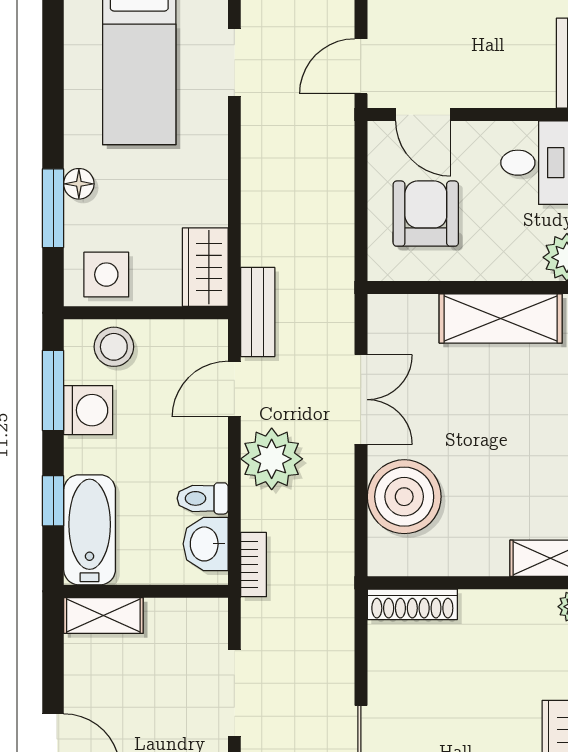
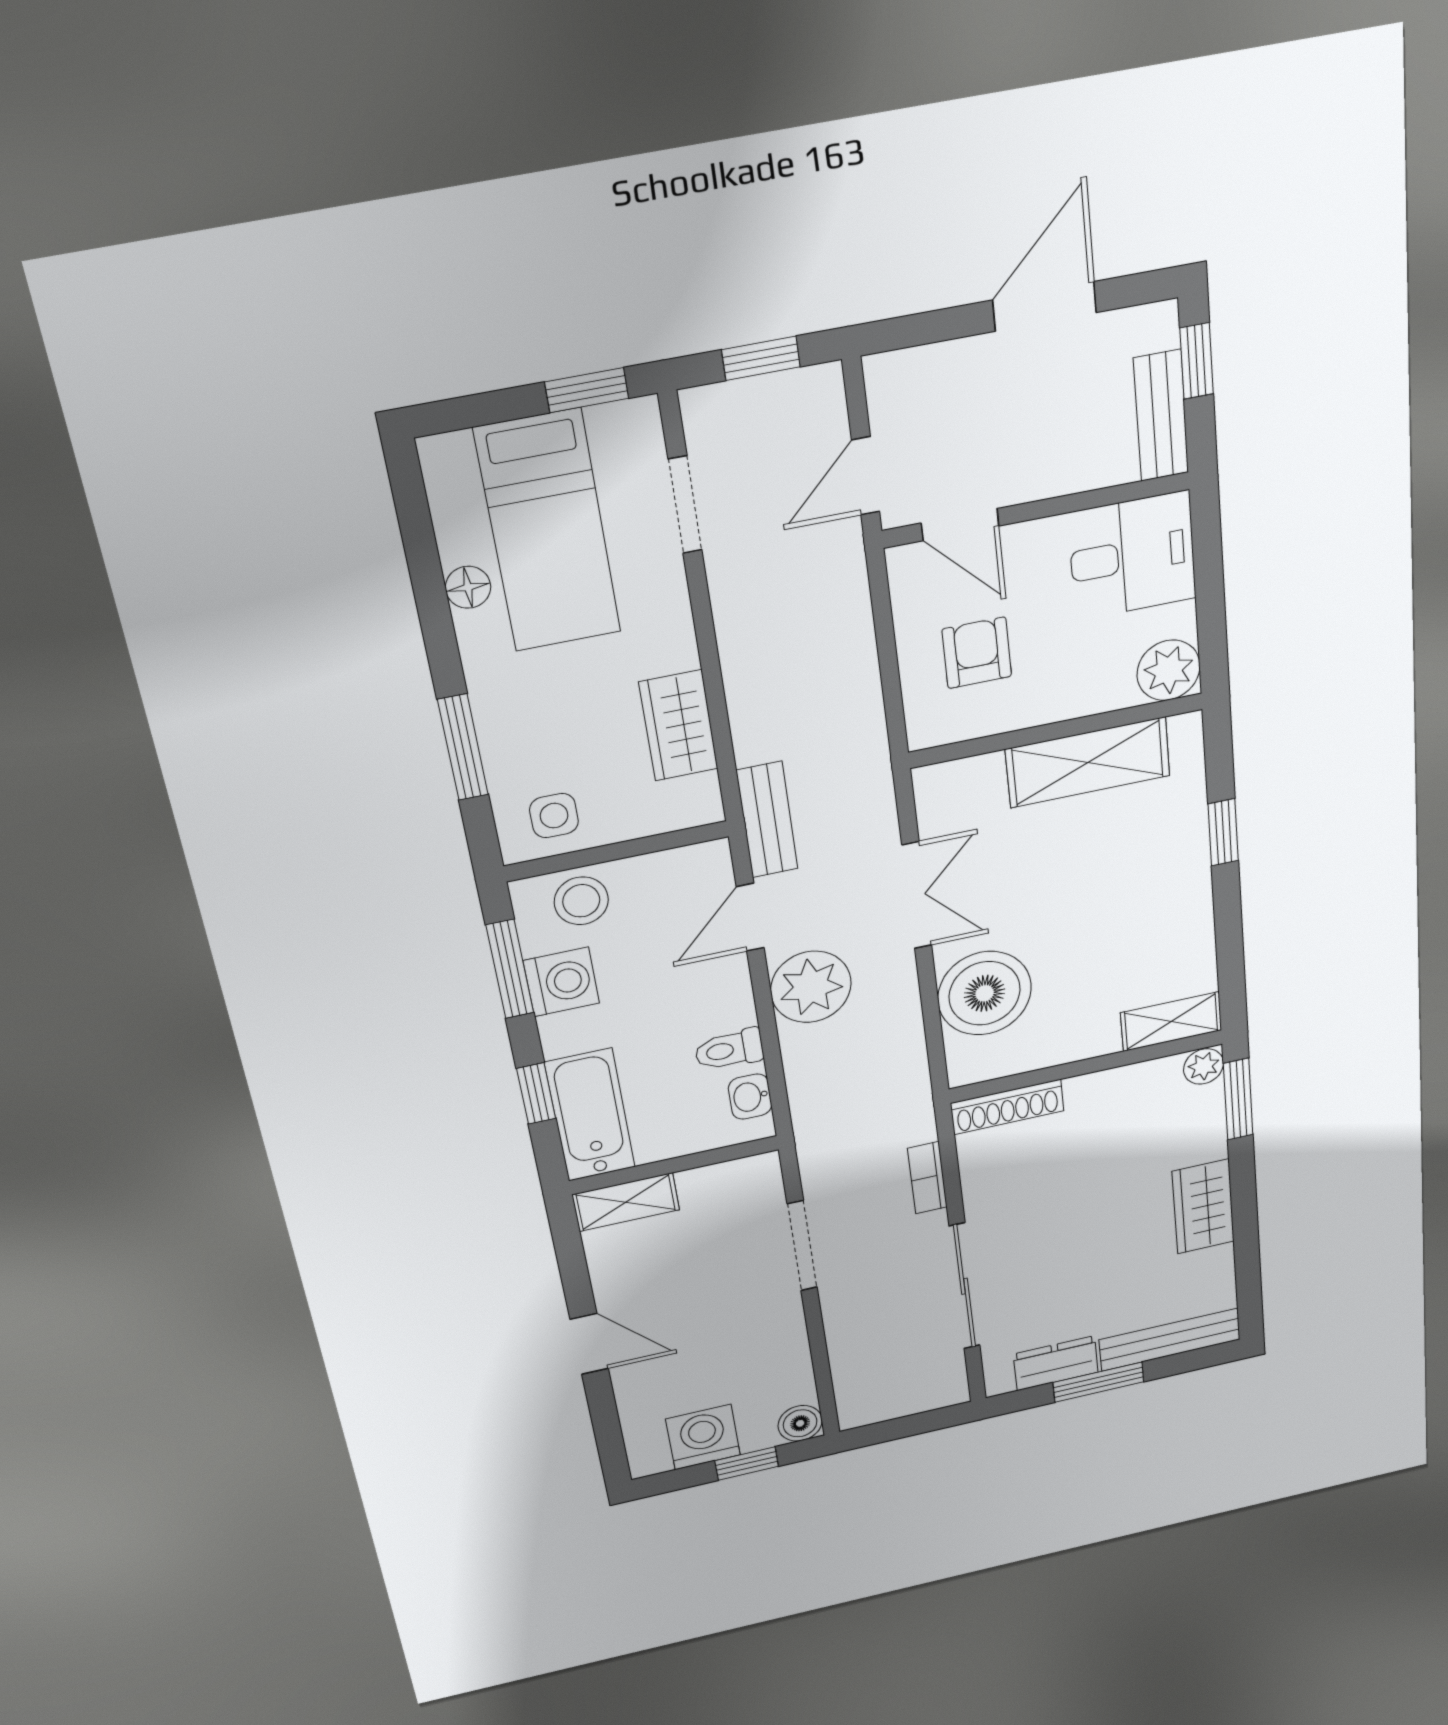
floor lamp: (79, 184) -> (468, 587), moved
armchair: (426, 214) -> (977, 653), width x0.72, depth x0.72
wardrobe: (205, 267) -> (679, 726), moved
side table: (106, 275) -> (554, 816), width x0.73, depth x0.73
washbasin: (206, 544) -> (750, 1097), width x0.72, depth x0.69
bookcase: (254, 565) -> (927, 1178), moved, turned 180

